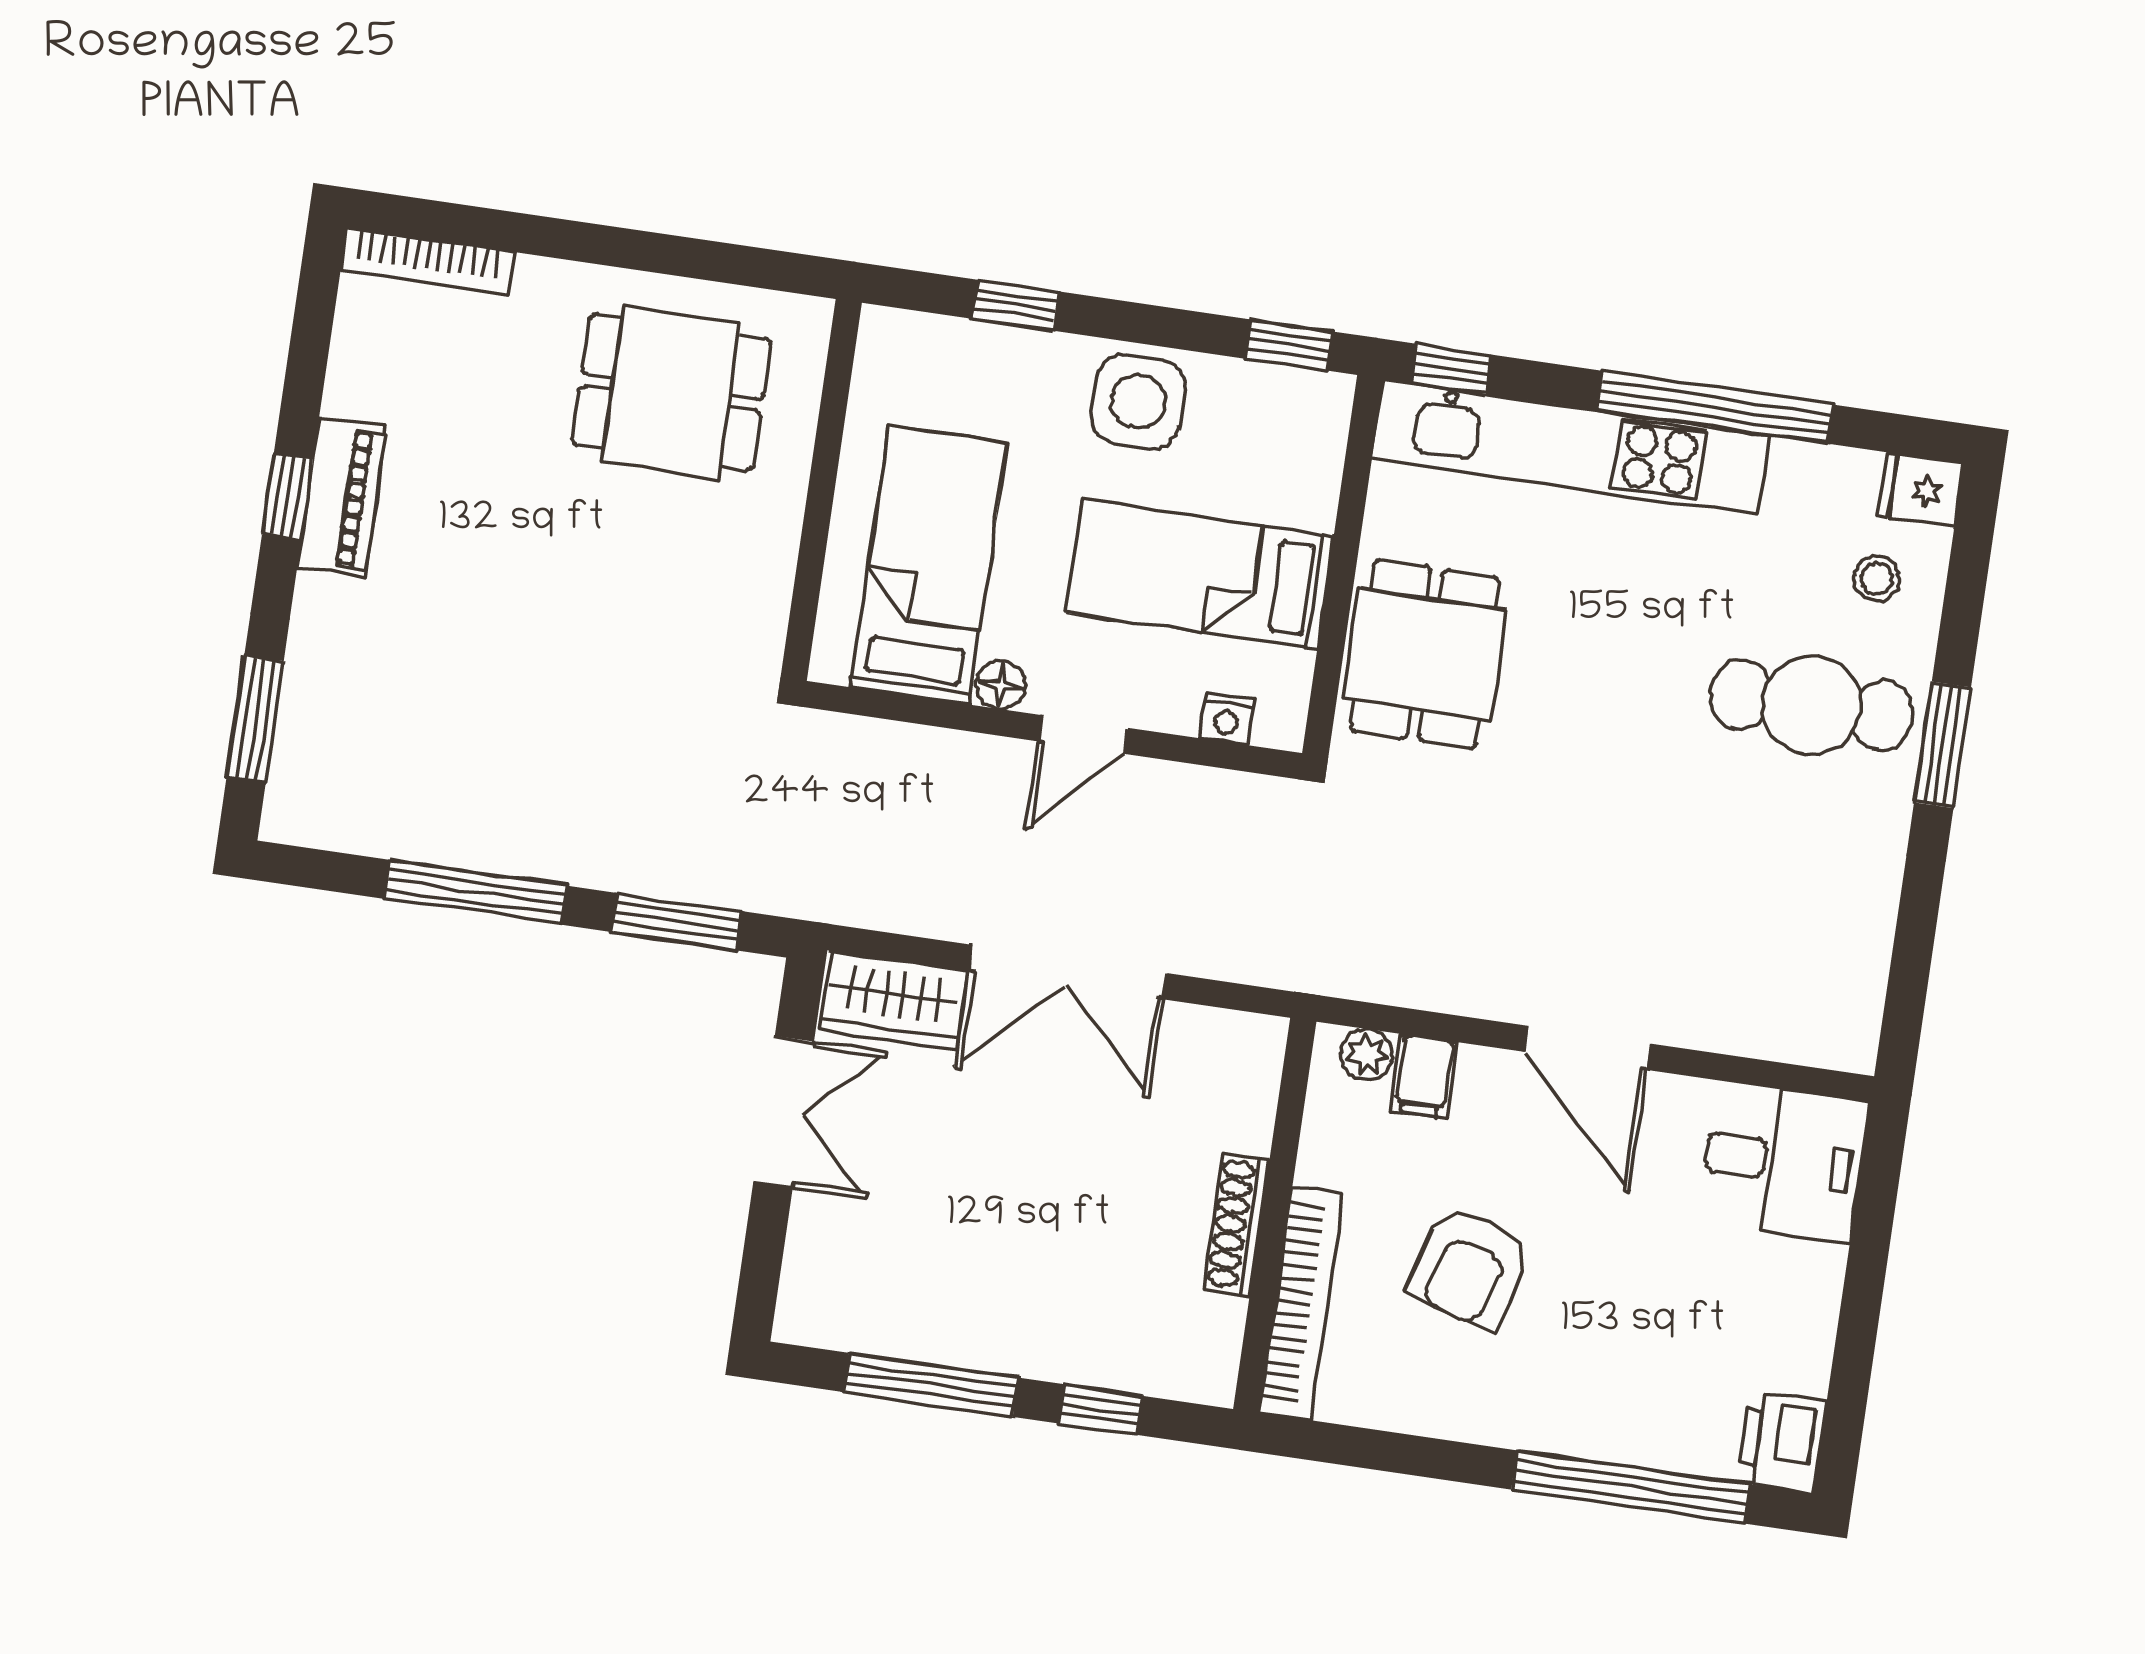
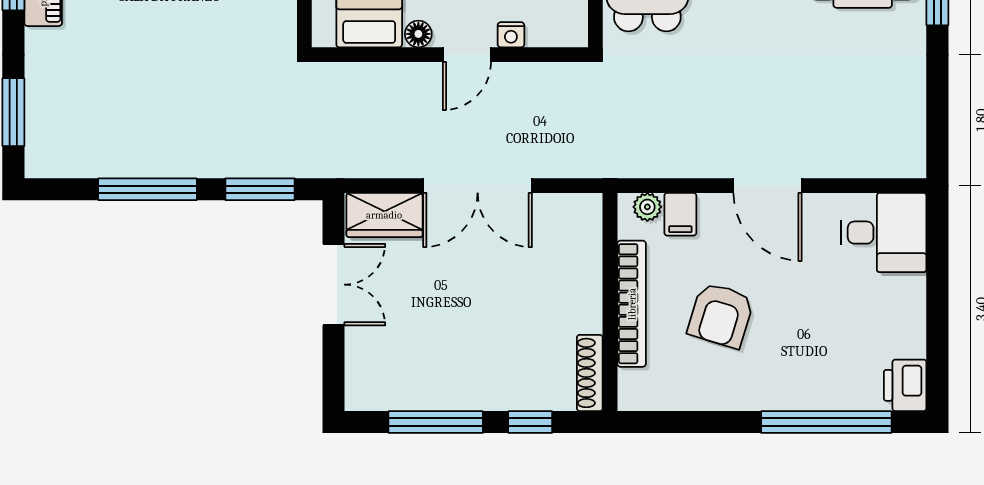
nightstand: (1227, 719) -> (511, 35), moved
shoe rack: (1236, 1225) -> (590, 373), moved
bookcase: (1301, 1304) -> (632, 304), moved

